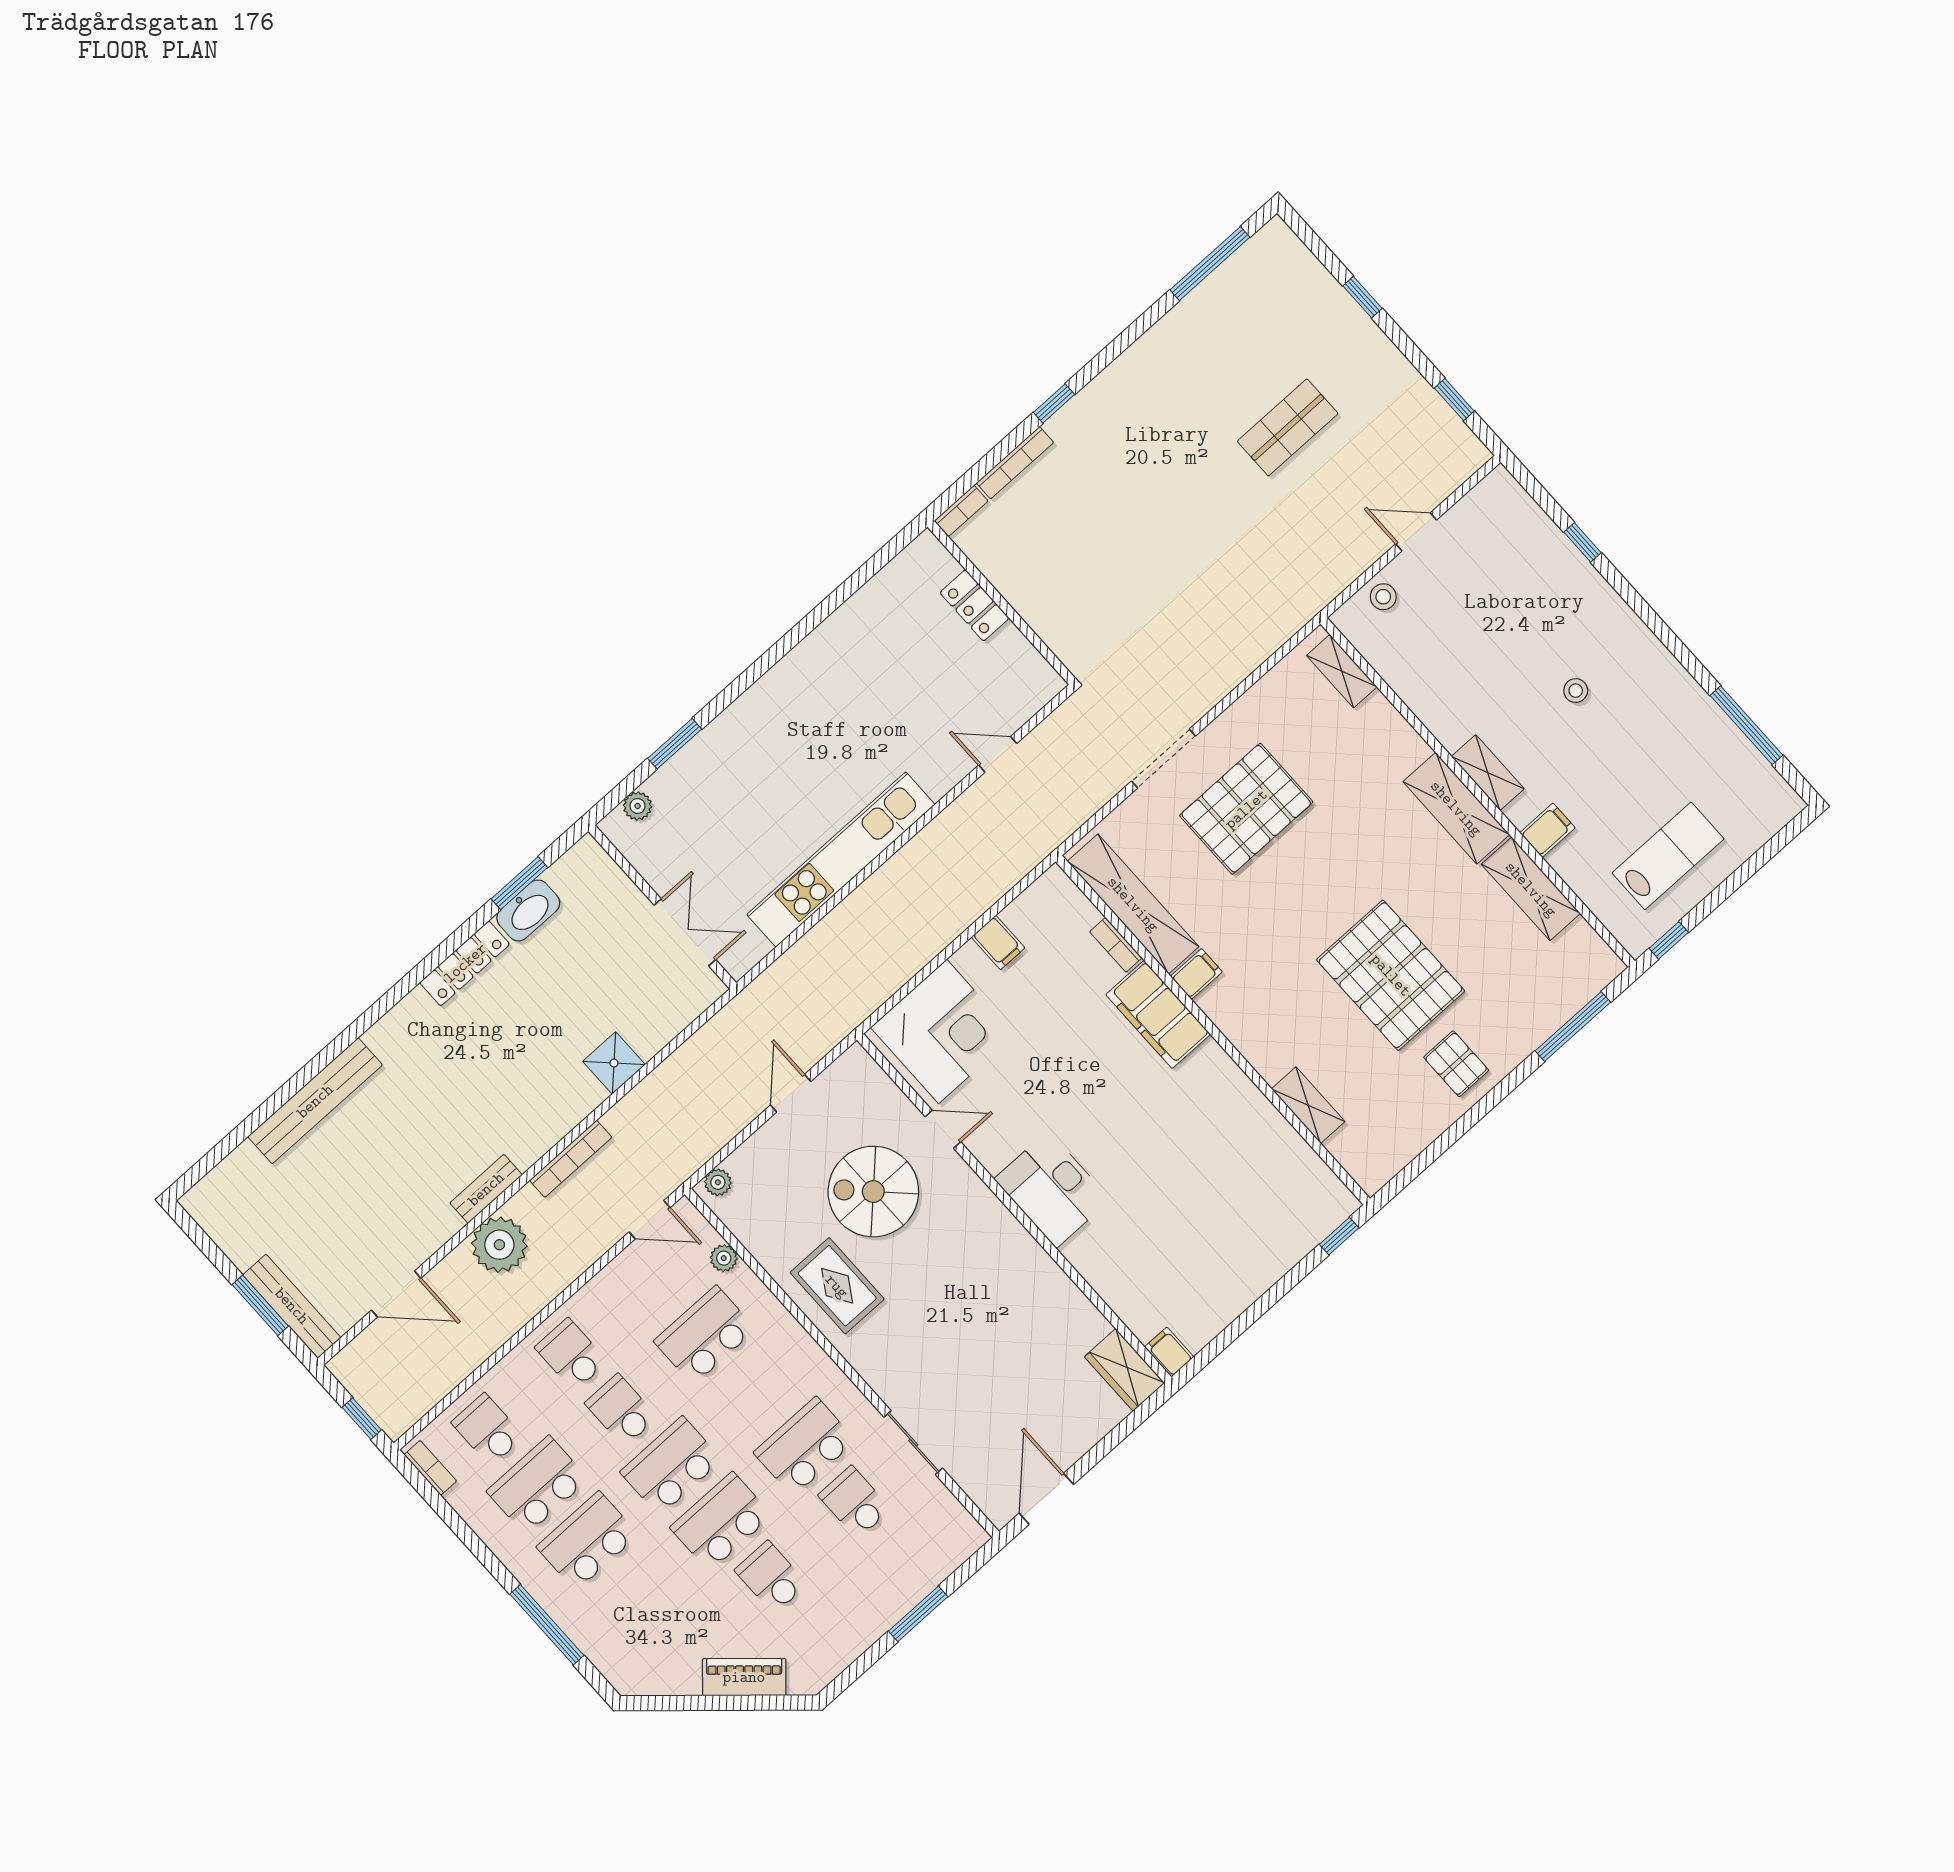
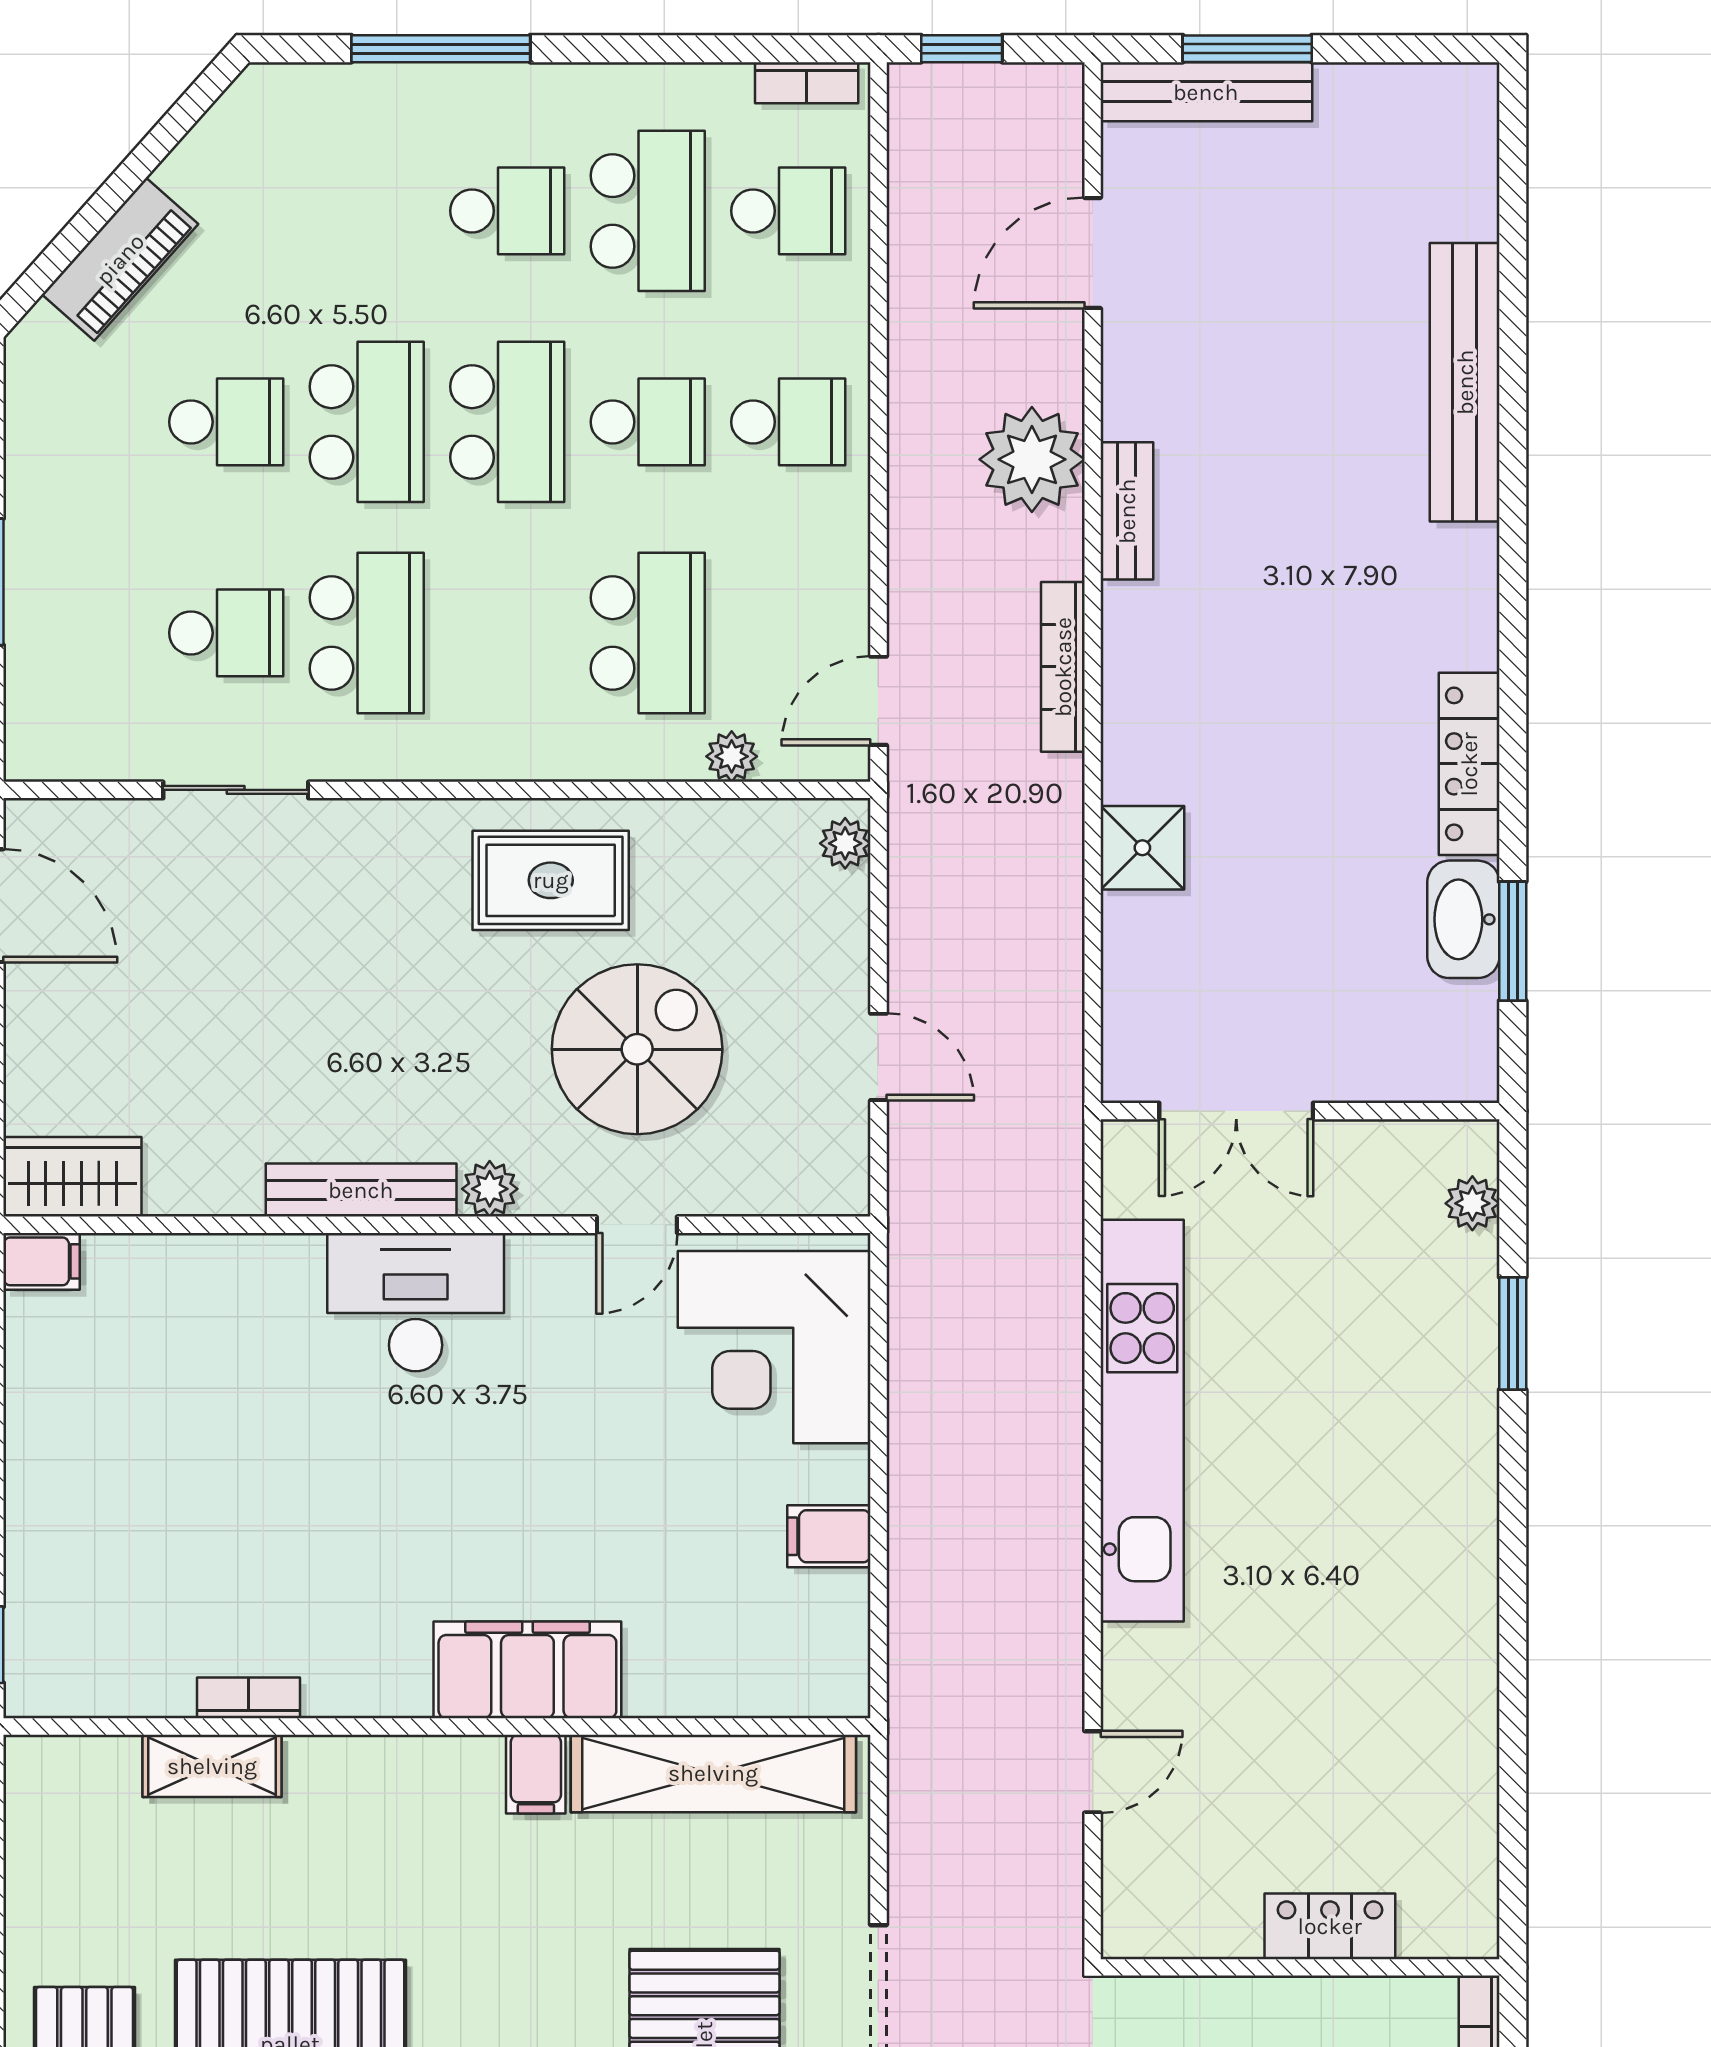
bookcase: (1116, 945) -> (248, 1698), moved
plant: (981, 1200) -> (490, 1189), added
bench: (1027, 1251) -> (361, 1190), added
school desk: (587, 1541) -> (507, 211), width x0.54

